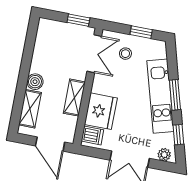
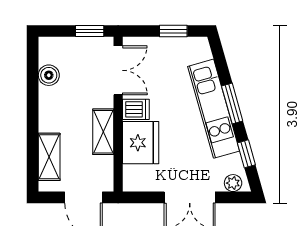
stool: (125, 54) -> (158, 63), removed
boiler: (35, 82) -> (49, 75), moved
dishwasher: (92, 135) -> (136, 109), moved

